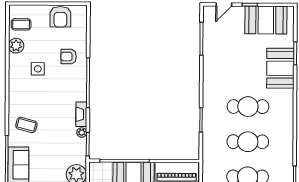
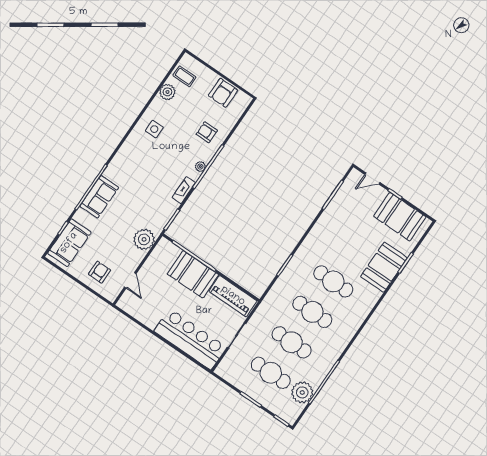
side table: (38, 69) -> (154, 129), moved
coffee table: (26, 125) -> (130, 167), removed
plant: (82, 133) -> (200, 167), moved

